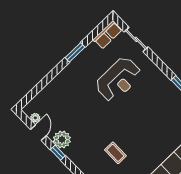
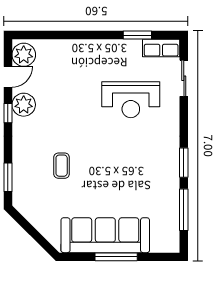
window: (75, 52) -> (137, 35), moved
plant: (35, 118) -> (24, 55), width x1.87, depth x1.87

